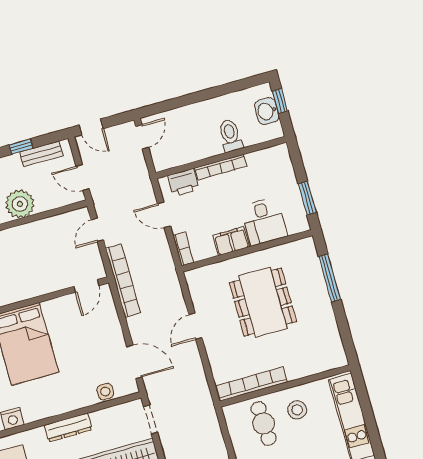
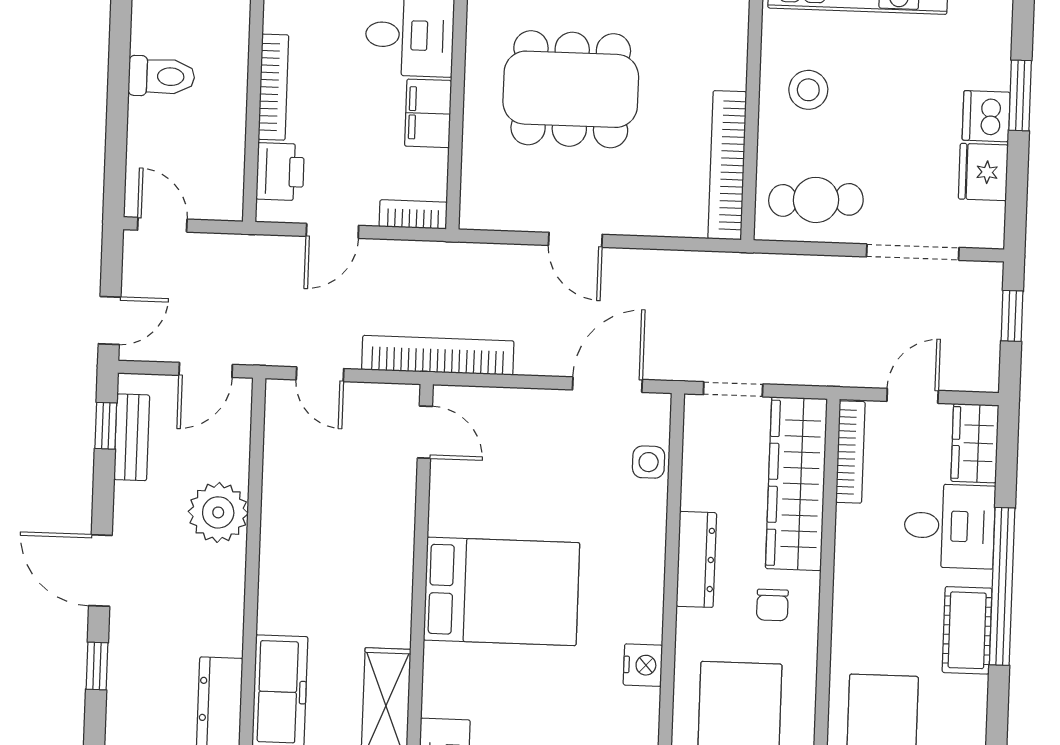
toilet: (230, 136) -> (161, 76), moved, turned 180
window: (21, 147) -> (106, 426), moved
cafe table: (264, 423) -> (816, 200), moved

